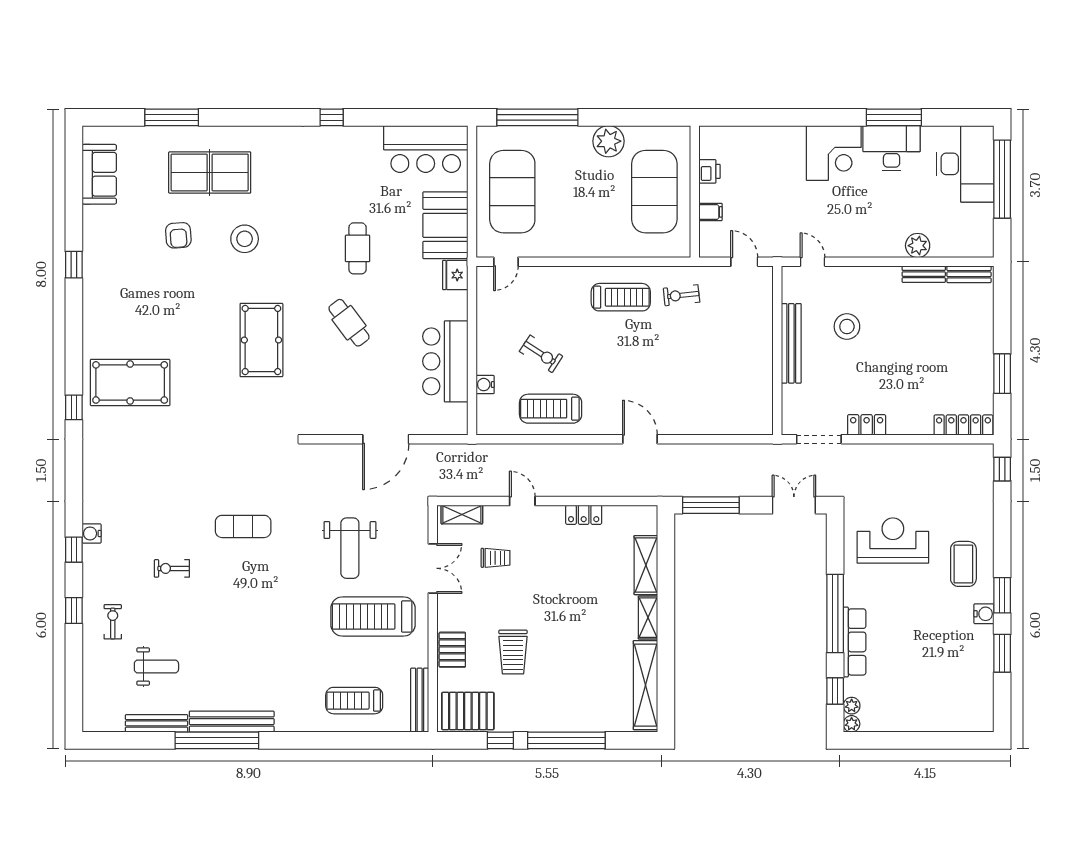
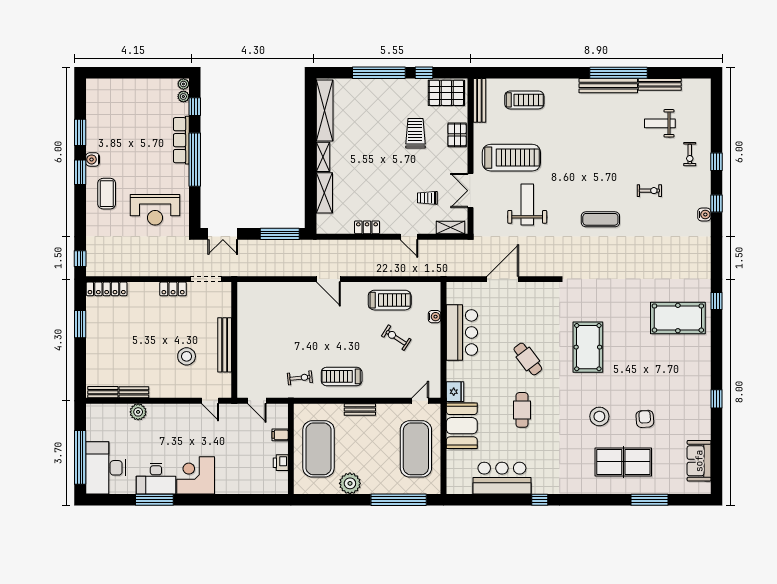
bar counter: (426, 149) -> (502, 478), moved
bench: (594, 249) -> (360, 410), added

